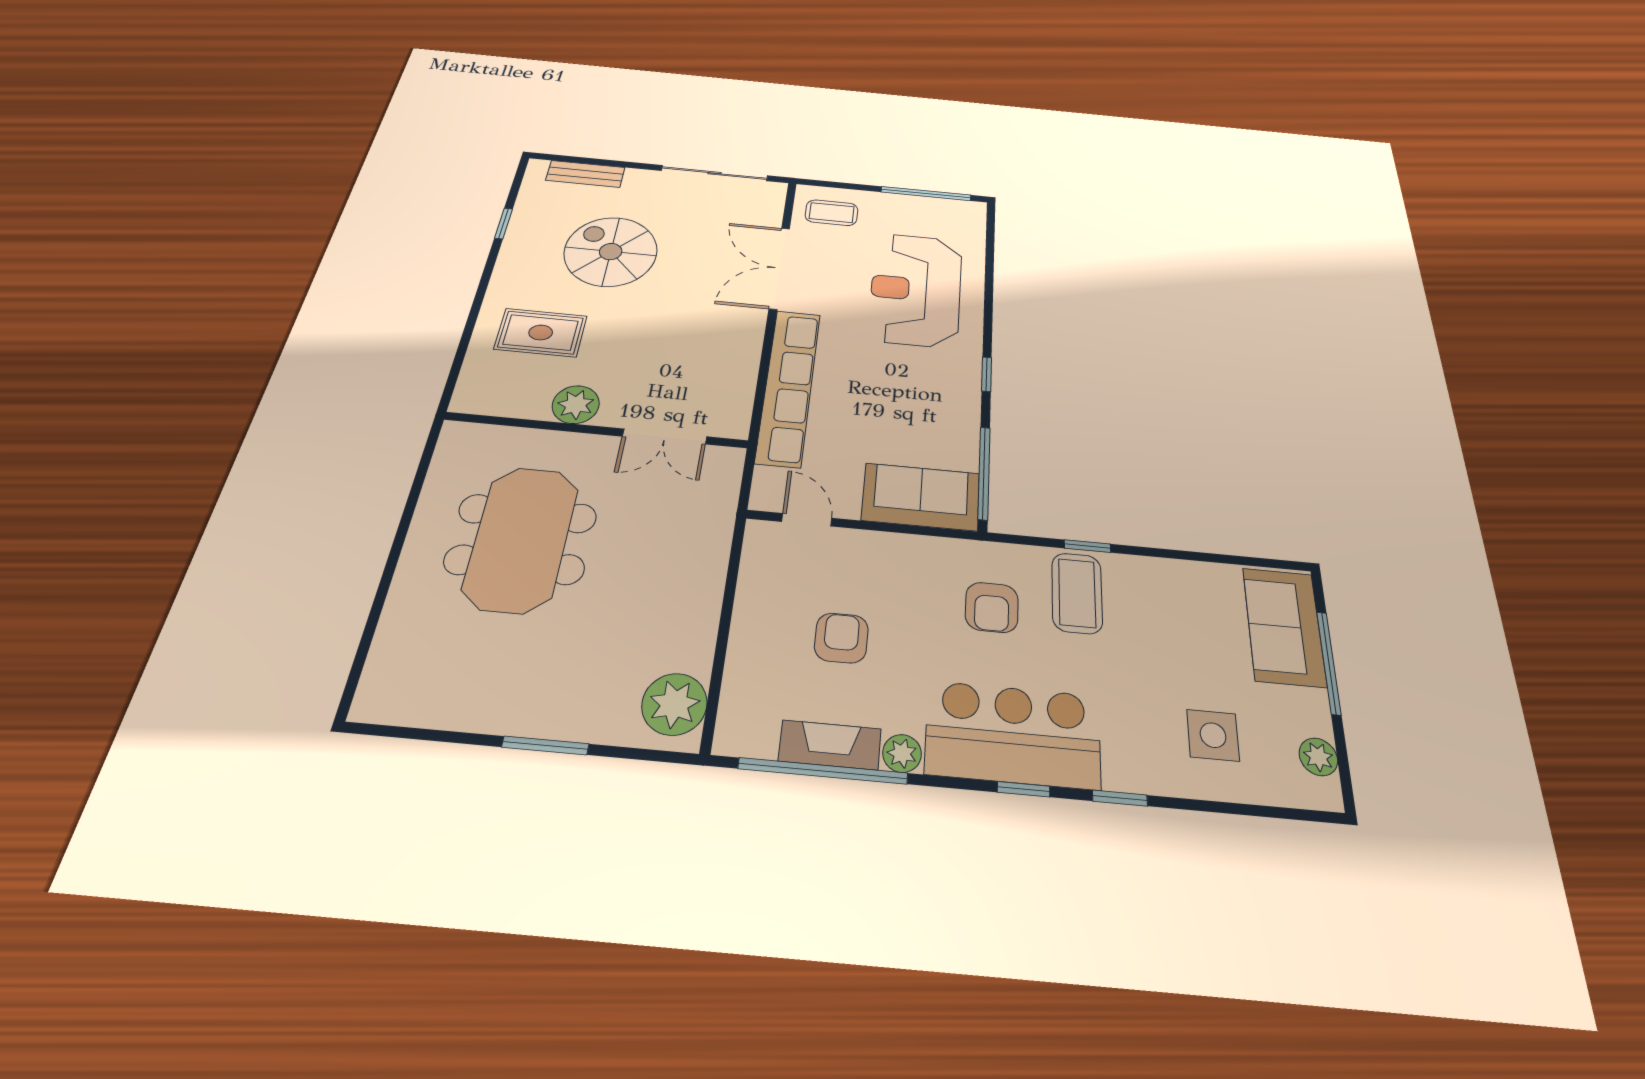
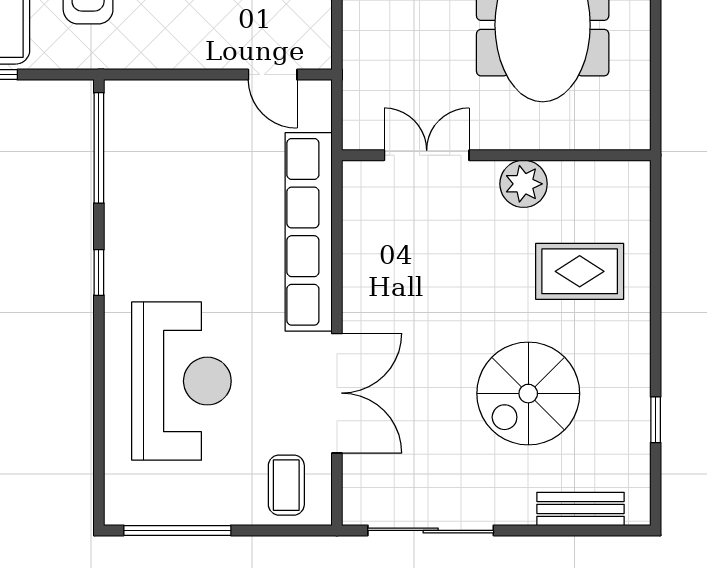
coffee table: (832, 213) -> (286, 485), turned 90
spiral stairs: (611, 252) -> (528, 394), turned 90
sofa: (921, 497) -> (162, 113), removed

